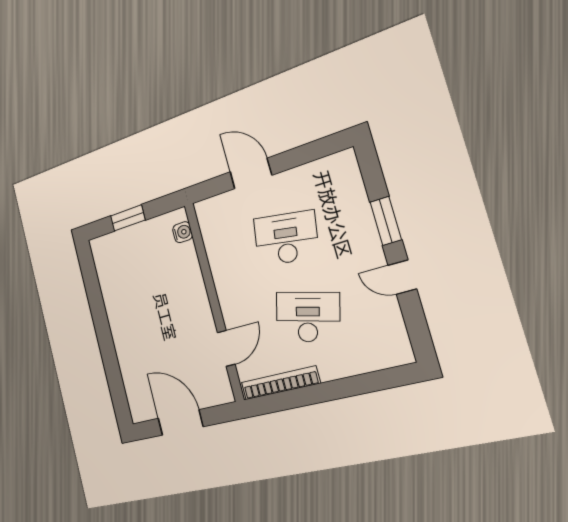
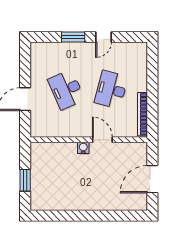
water cooler: (182, 232) -> (83, 148), moved
desk: (286, 238) -> (66, 90), turned -33
door: (226, 348) -> (102, 140), moved

